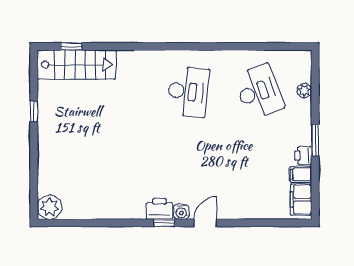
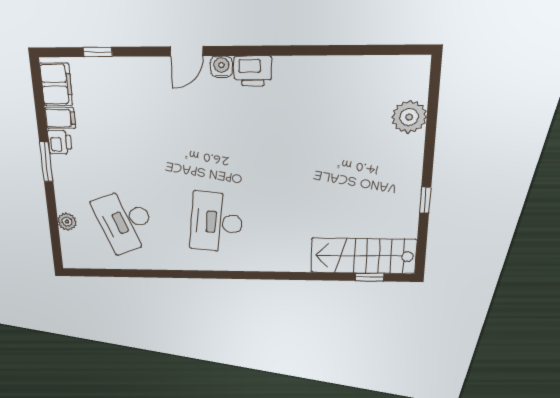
plant: (50, 207) -> (409, 117), moved
window: (164, 223) -> (98, 52), moved

